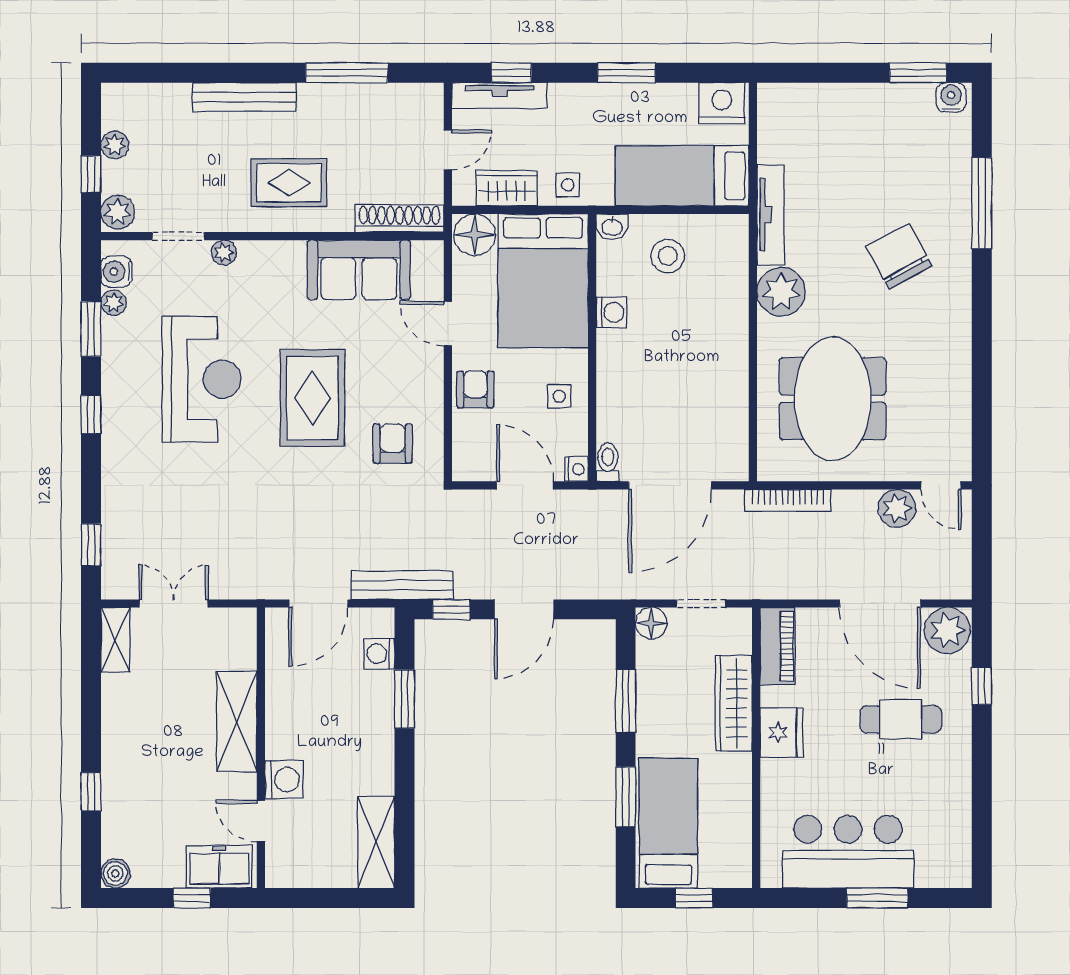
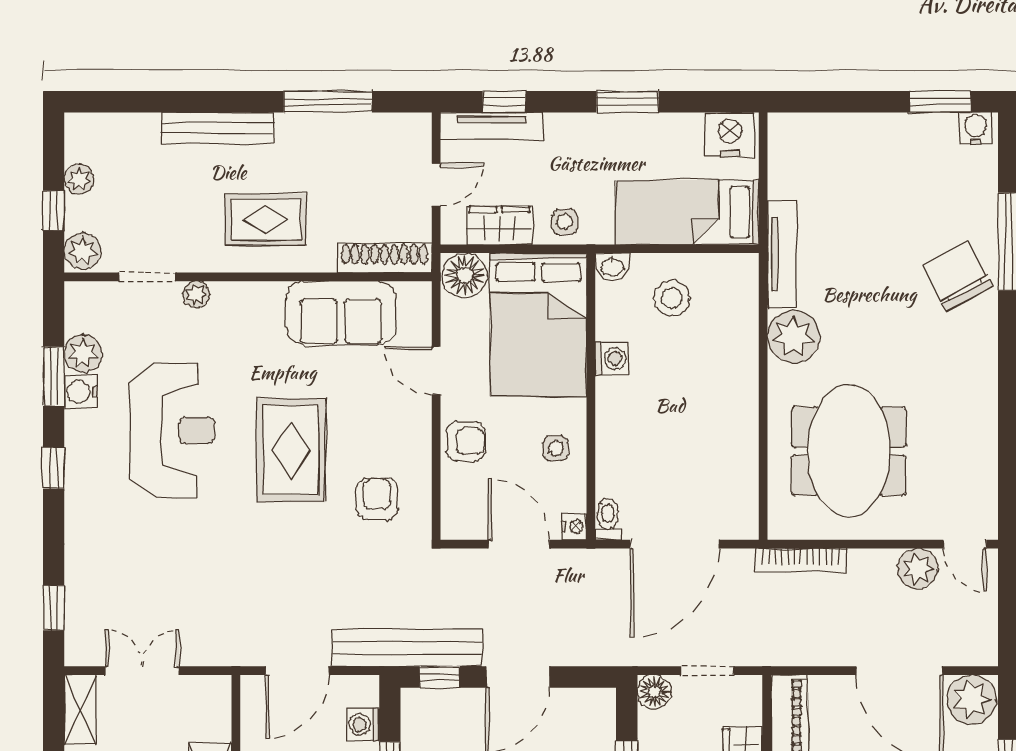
chair: (899, 256) -> (957, 276), moved
water cooler: (116, 272) -> (81, 392), moved
plant: (114, 303) -> (83, 353), width x1.38, depth x1.38
armchair: (475, 389) -> (466, 441), turned 90
bench: (402, 585) -> (407, 648), width x1.37, depth x1.21

